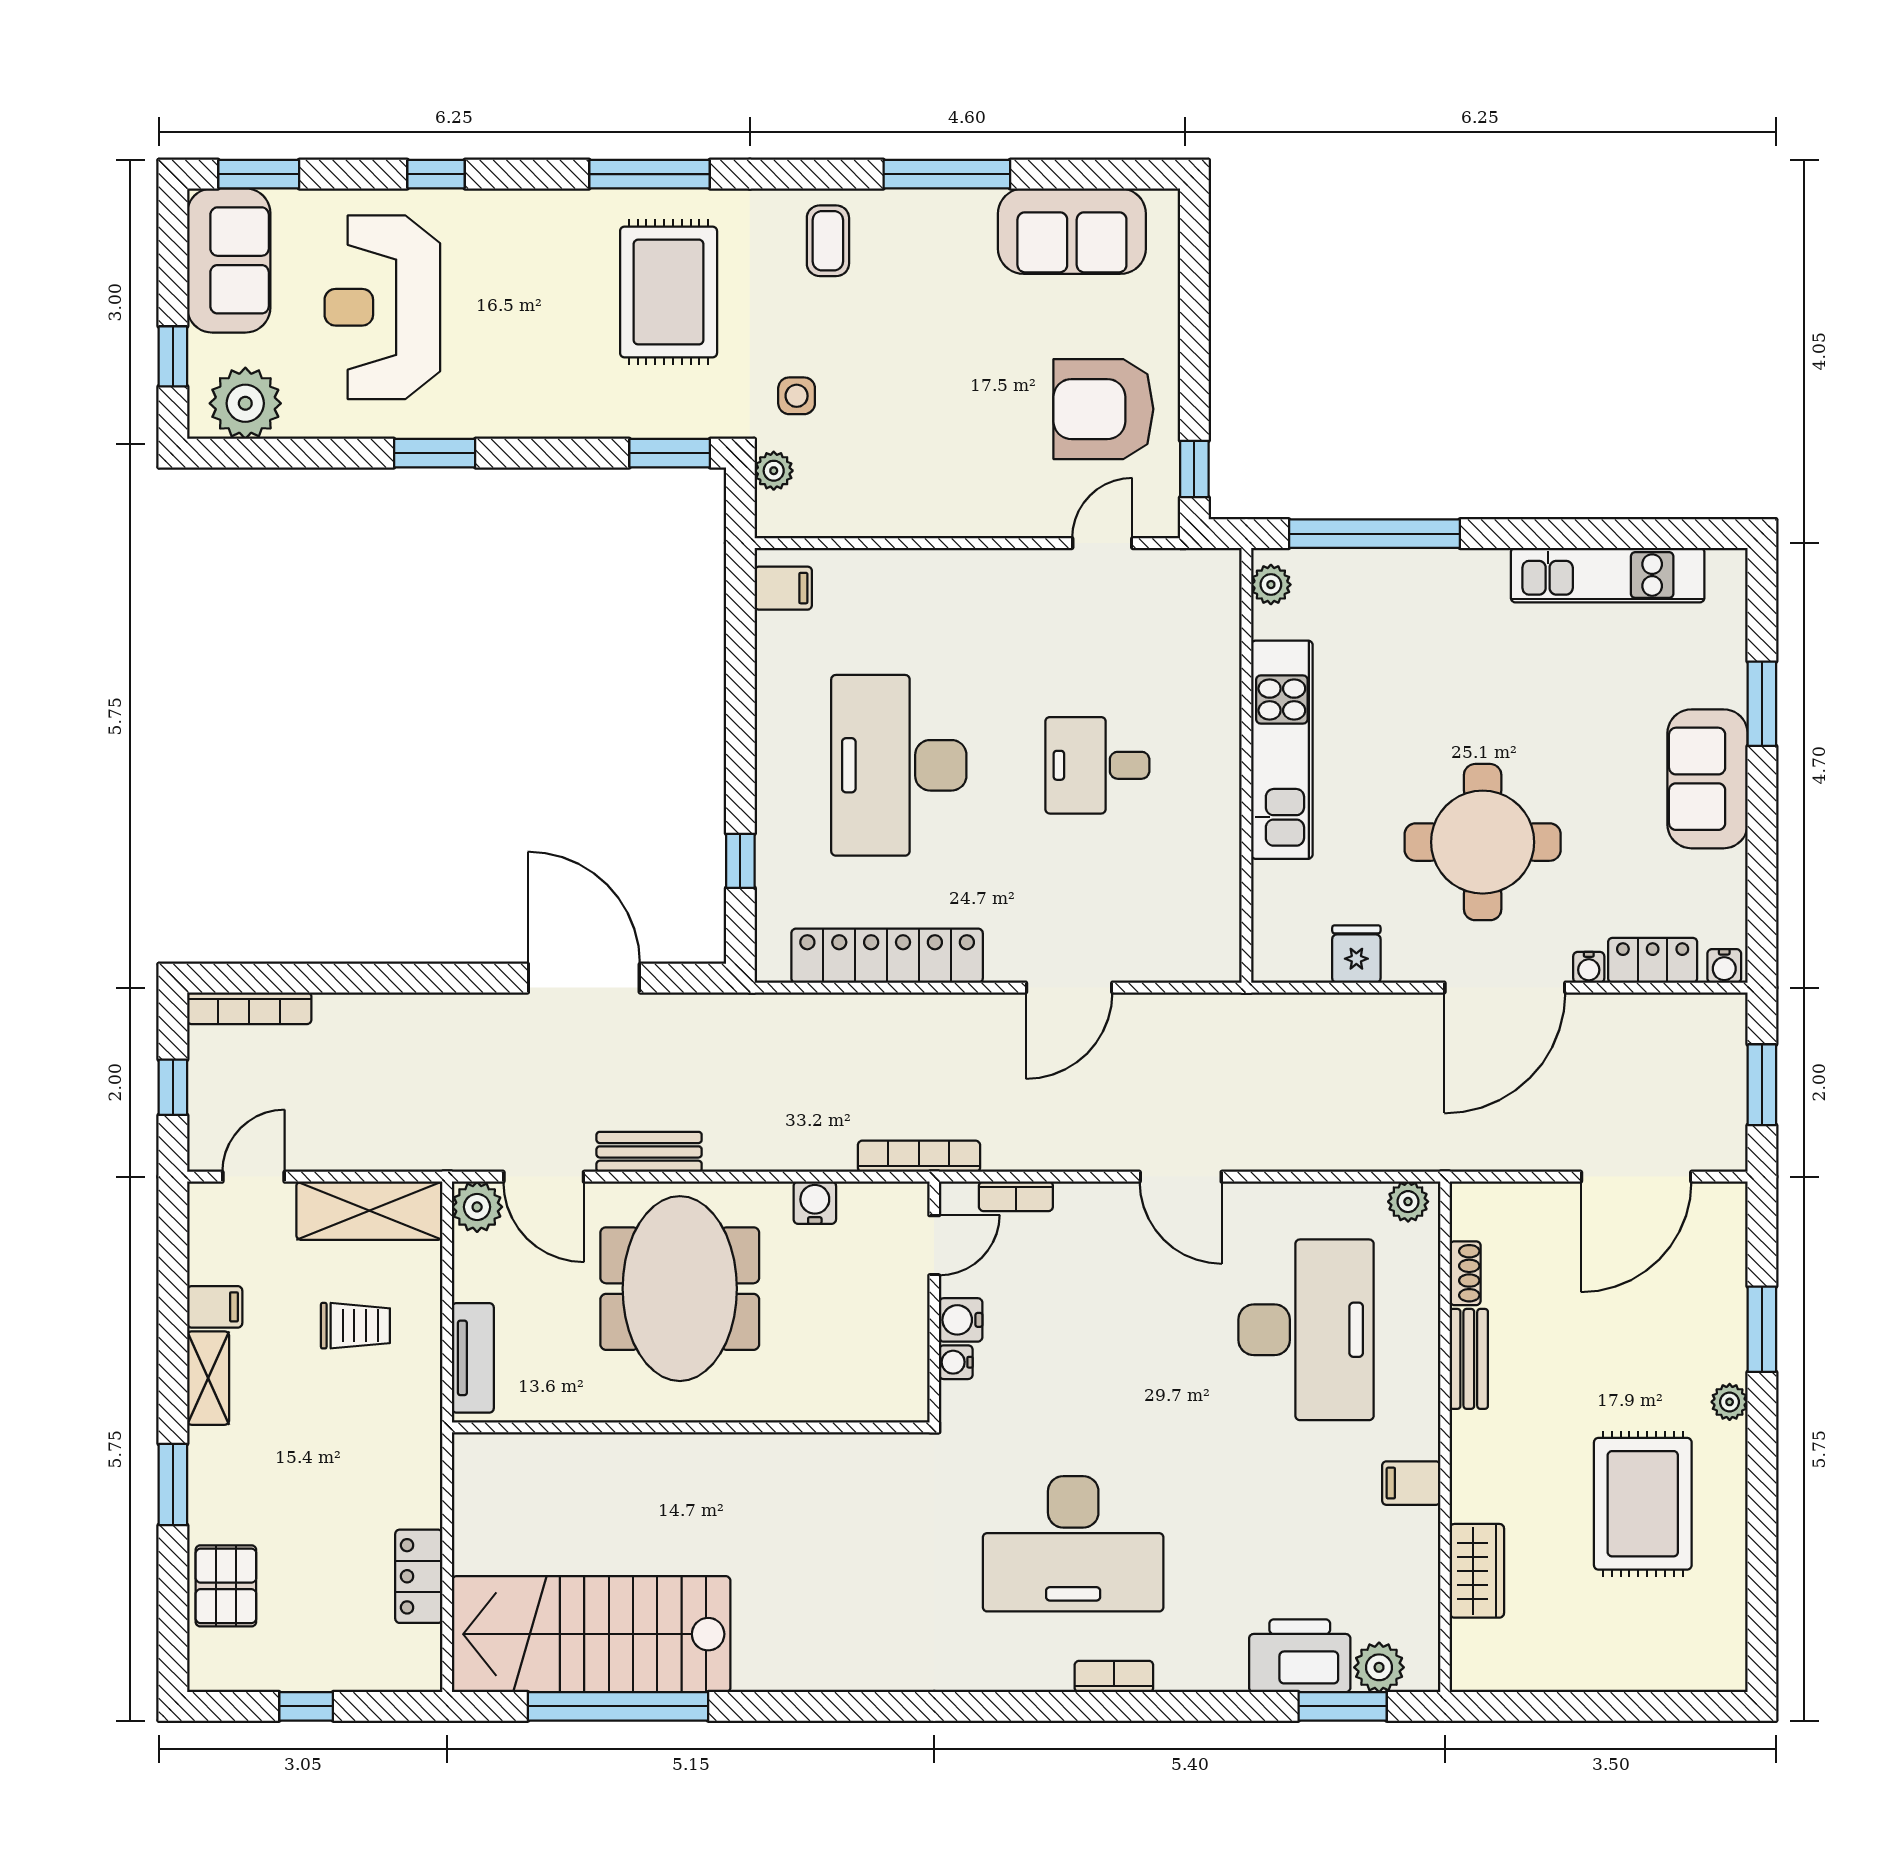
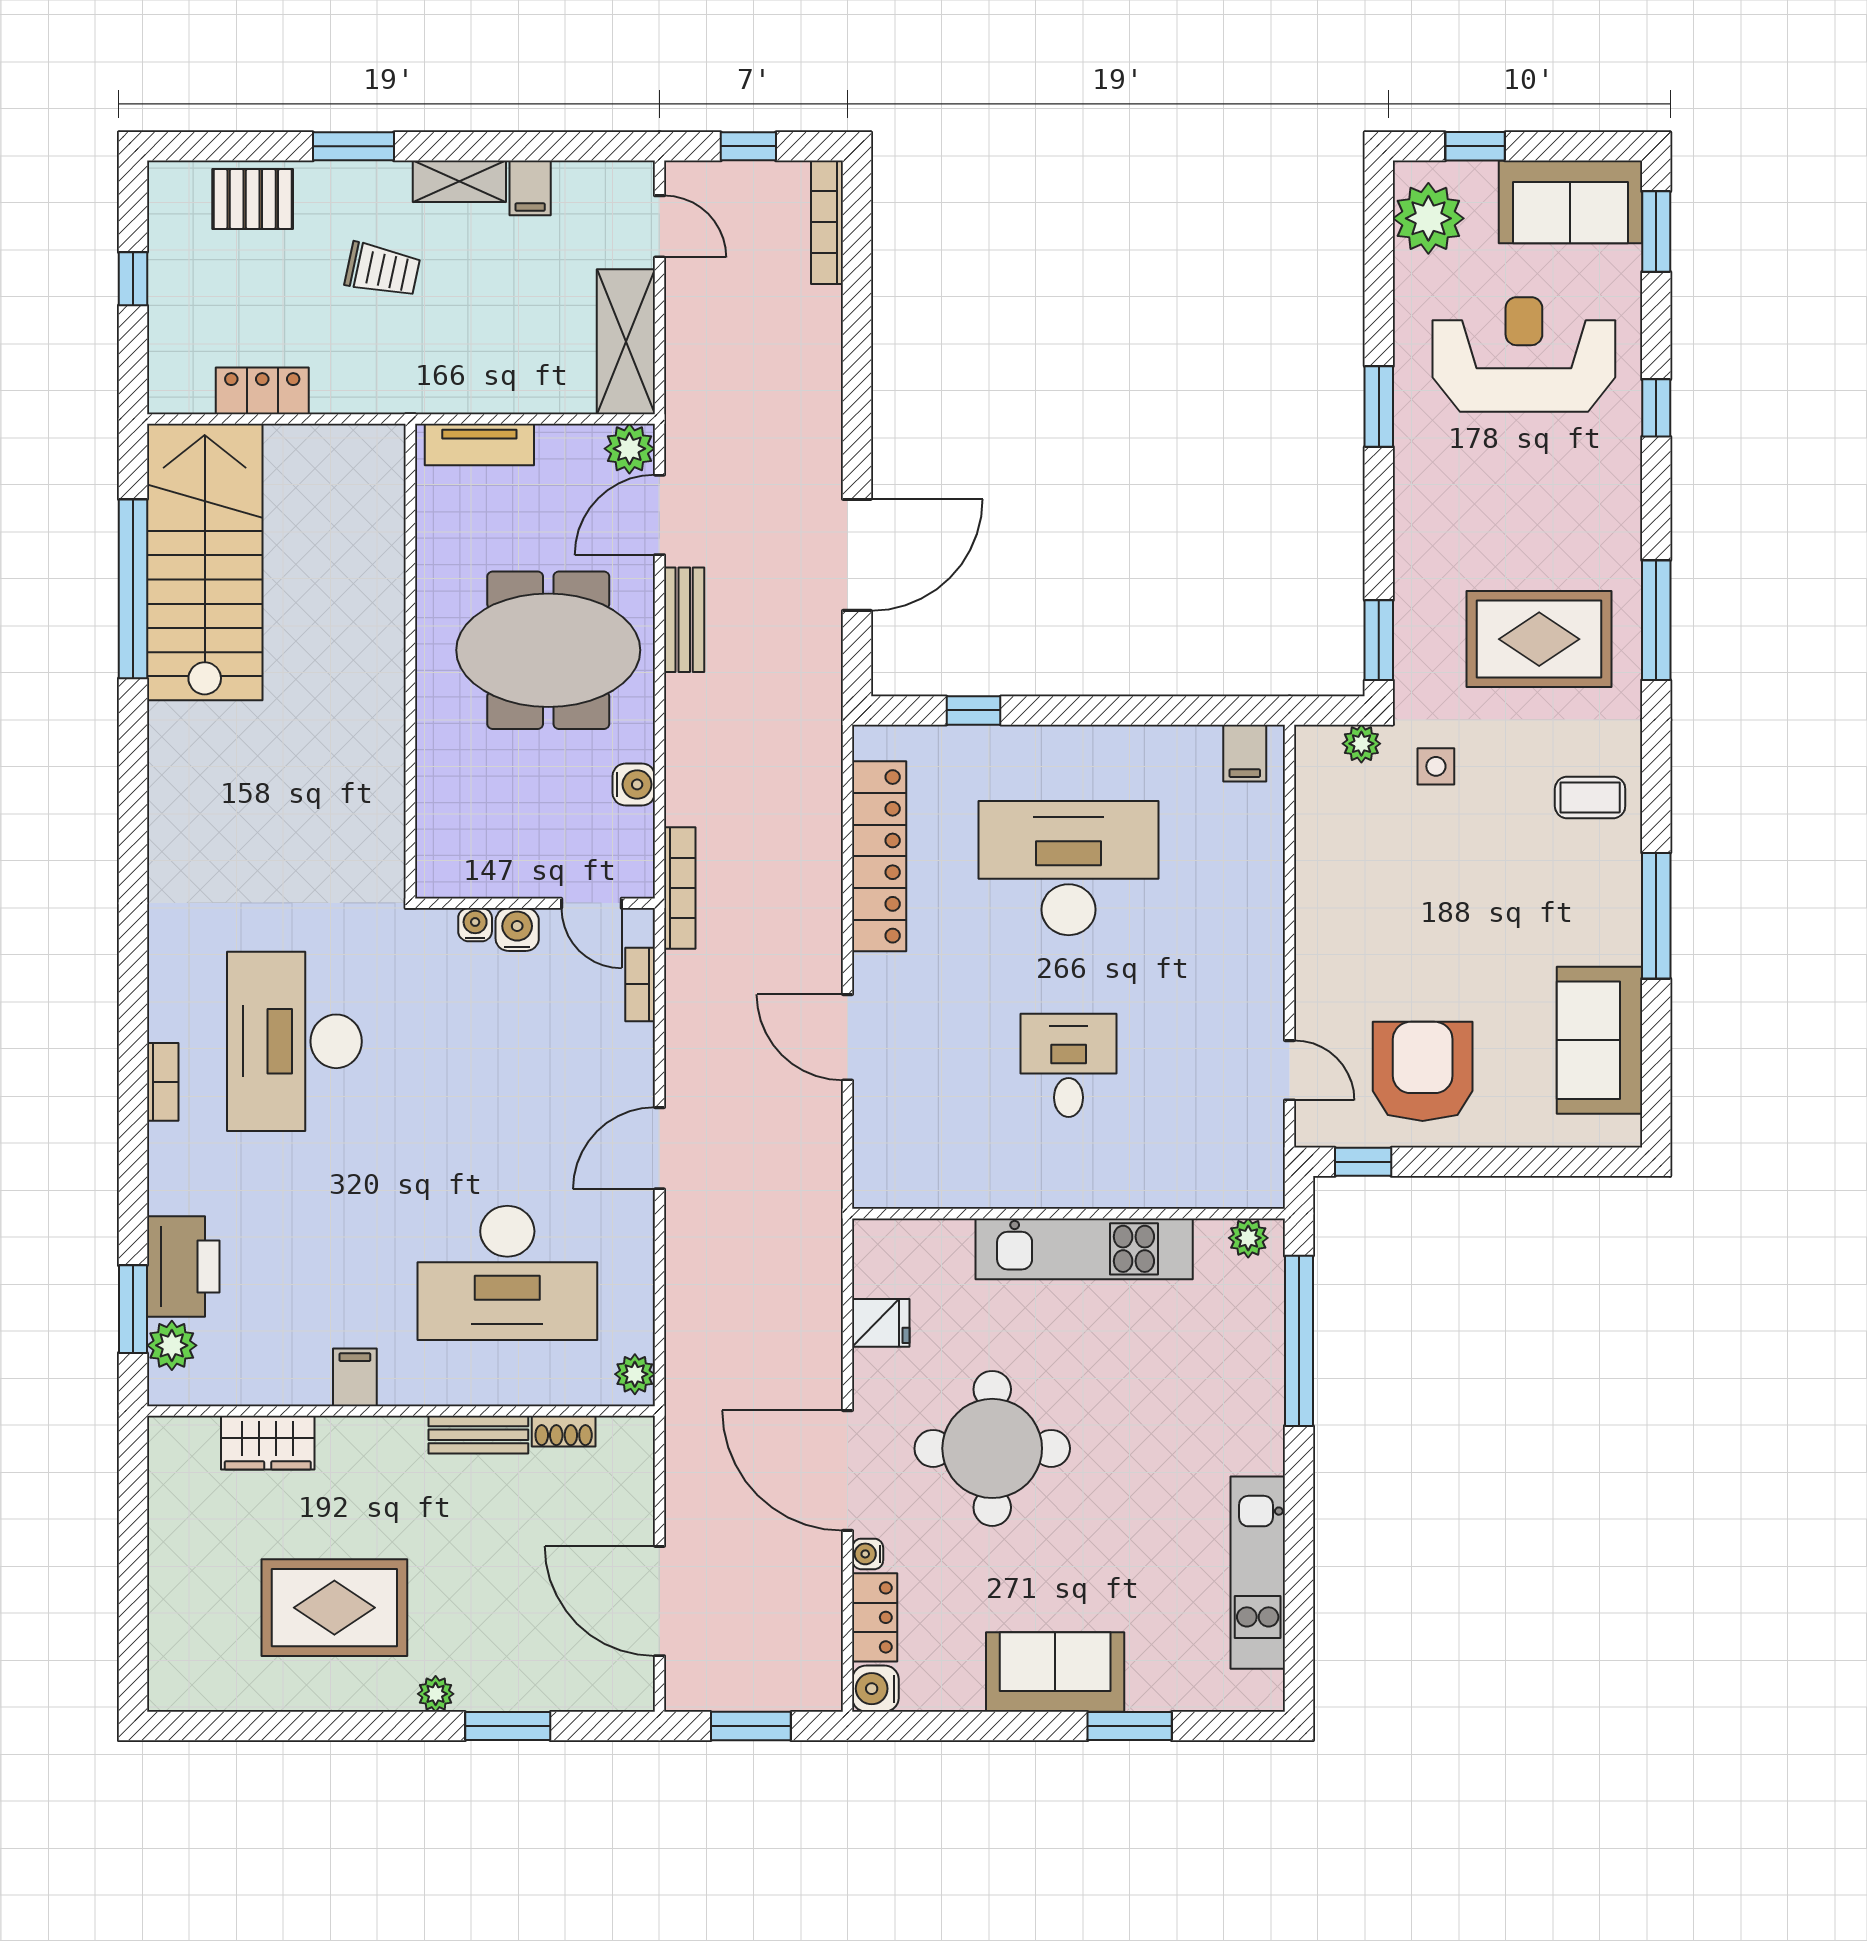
water cooler: (1724, 966) -> (875, 1689), width x1.38, depth x1.38
trolley: (355, 1326) -> (382, 270), moved, turned -78

